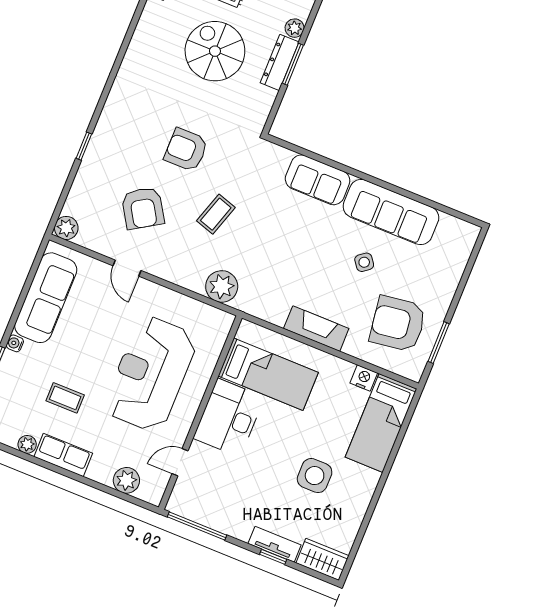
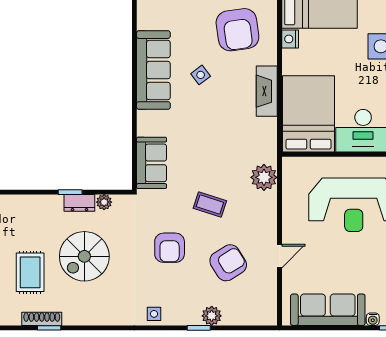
plant: (295, 28) -> (104, 202), moved
dresser: (280, 62) -> (79, 203), width x0.70
window: (293, 64) -> (70, 192), width x0.67
side table: (120, 103) -> (154, 314), added
sofa: (318, 180) -> (152, 163), moved
plant: (66, 228) -> (212, 316), moved
bed: (268, 374) -> (309, 114), width x1.50

